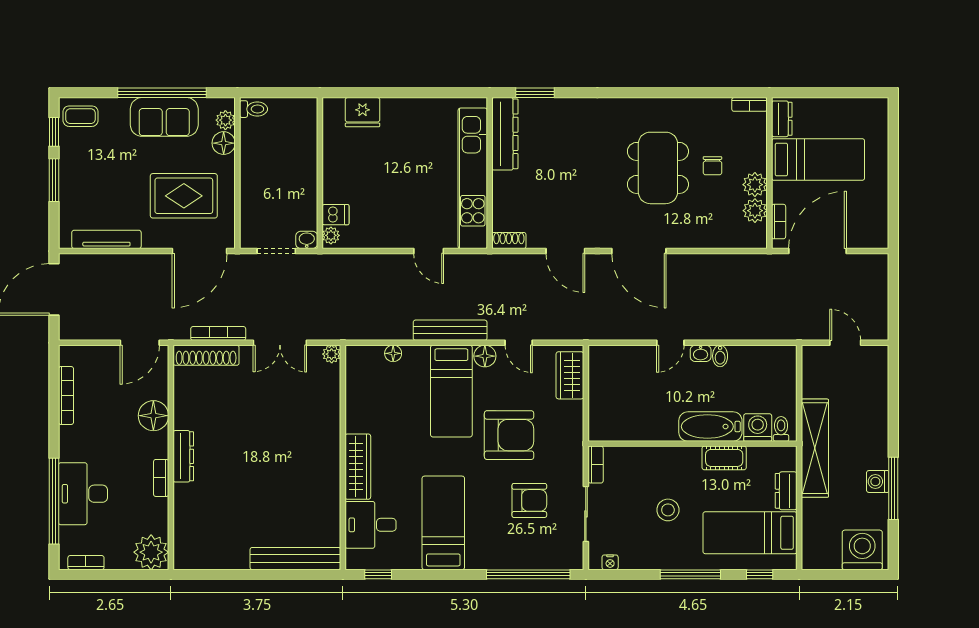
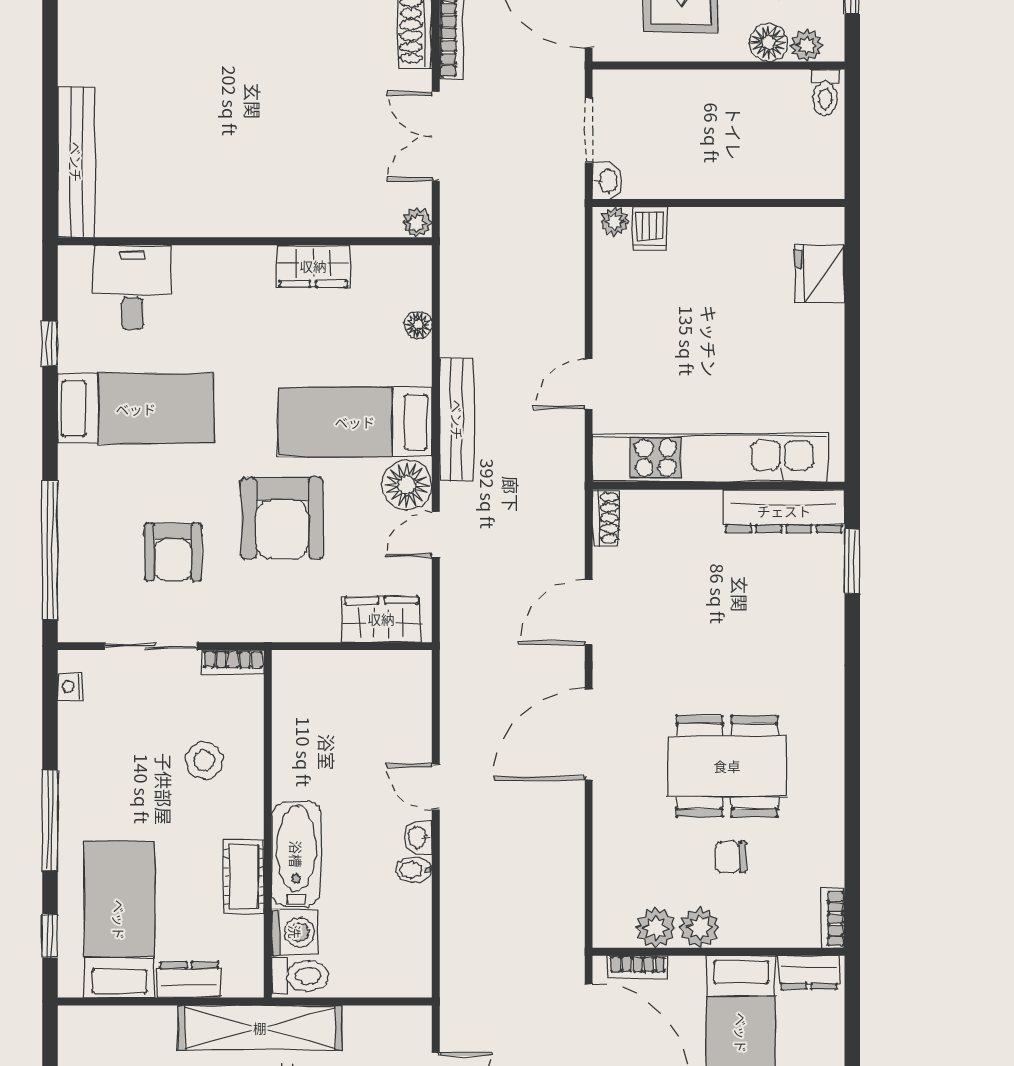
floor lamp: (485, 356) -> (407, 485), width x1.38, depth x1.38
toilet: (781, 429) -> (300, 976), width x1.37, depth x1.39
wardrobe: (358, 467) -> (313, 266), moved, width x0.67
stool: (668, 510) -> (204, 760), moved
window: (378, 574) -> (50, 343), moved

